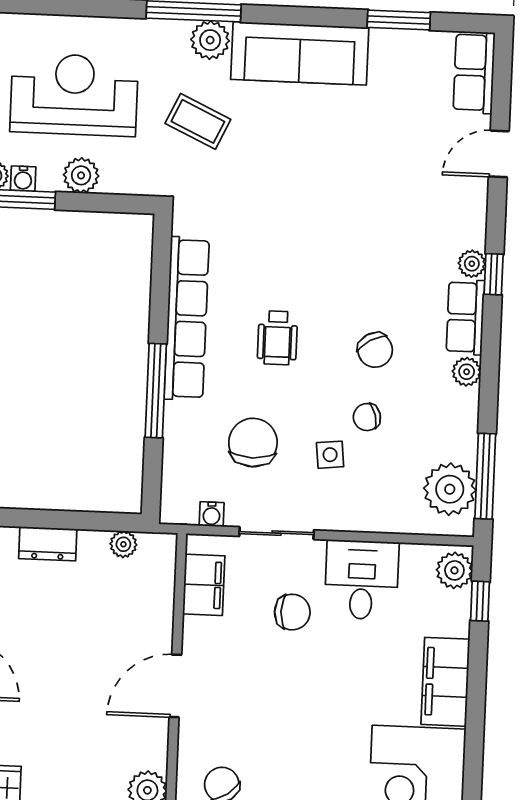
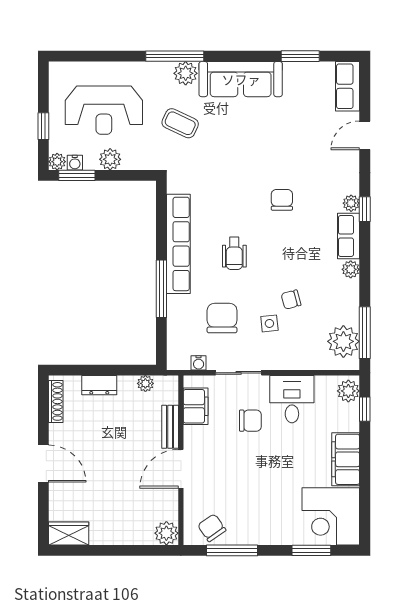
reception desk: (74, 95) -> (104, 110), turned 180
chair: (375, 350) -> (282, 200), moved, turned -150
bench: (161, 616) -> (170, 427), added

